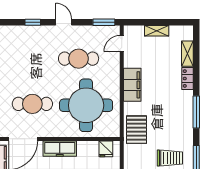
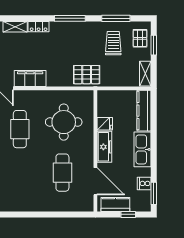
filing cabinet: (132, 85) -> (30, 79), moved
round table: (86, 105) -> (64, 122), width x0.73, depth x0.73
fridge: (106, 149) -> (105, 124), moved

